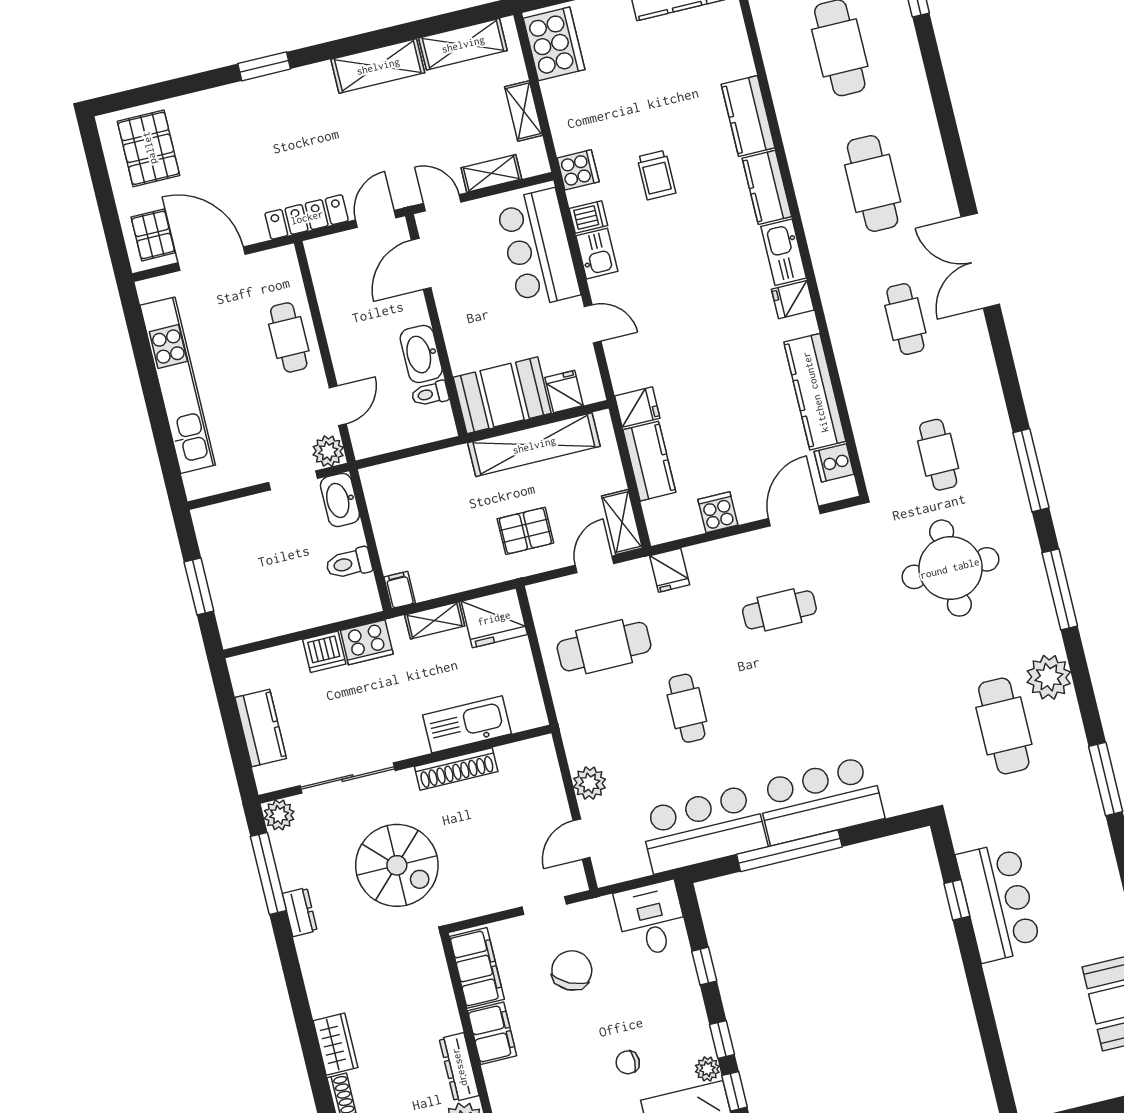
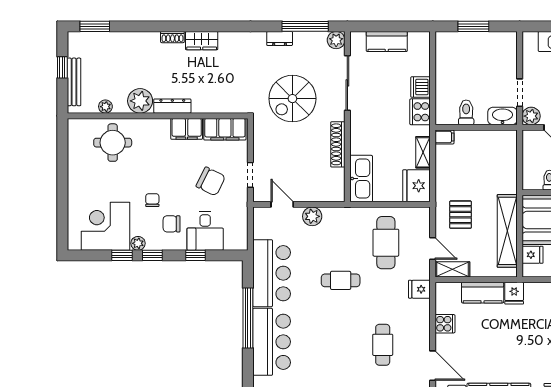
kitchen sink: (467, 724) -> (361, 179), moved
desk: (651, 919) -> (205, 231), moved, turned 90
chair: (660, 1020) -> (172, 224), added

